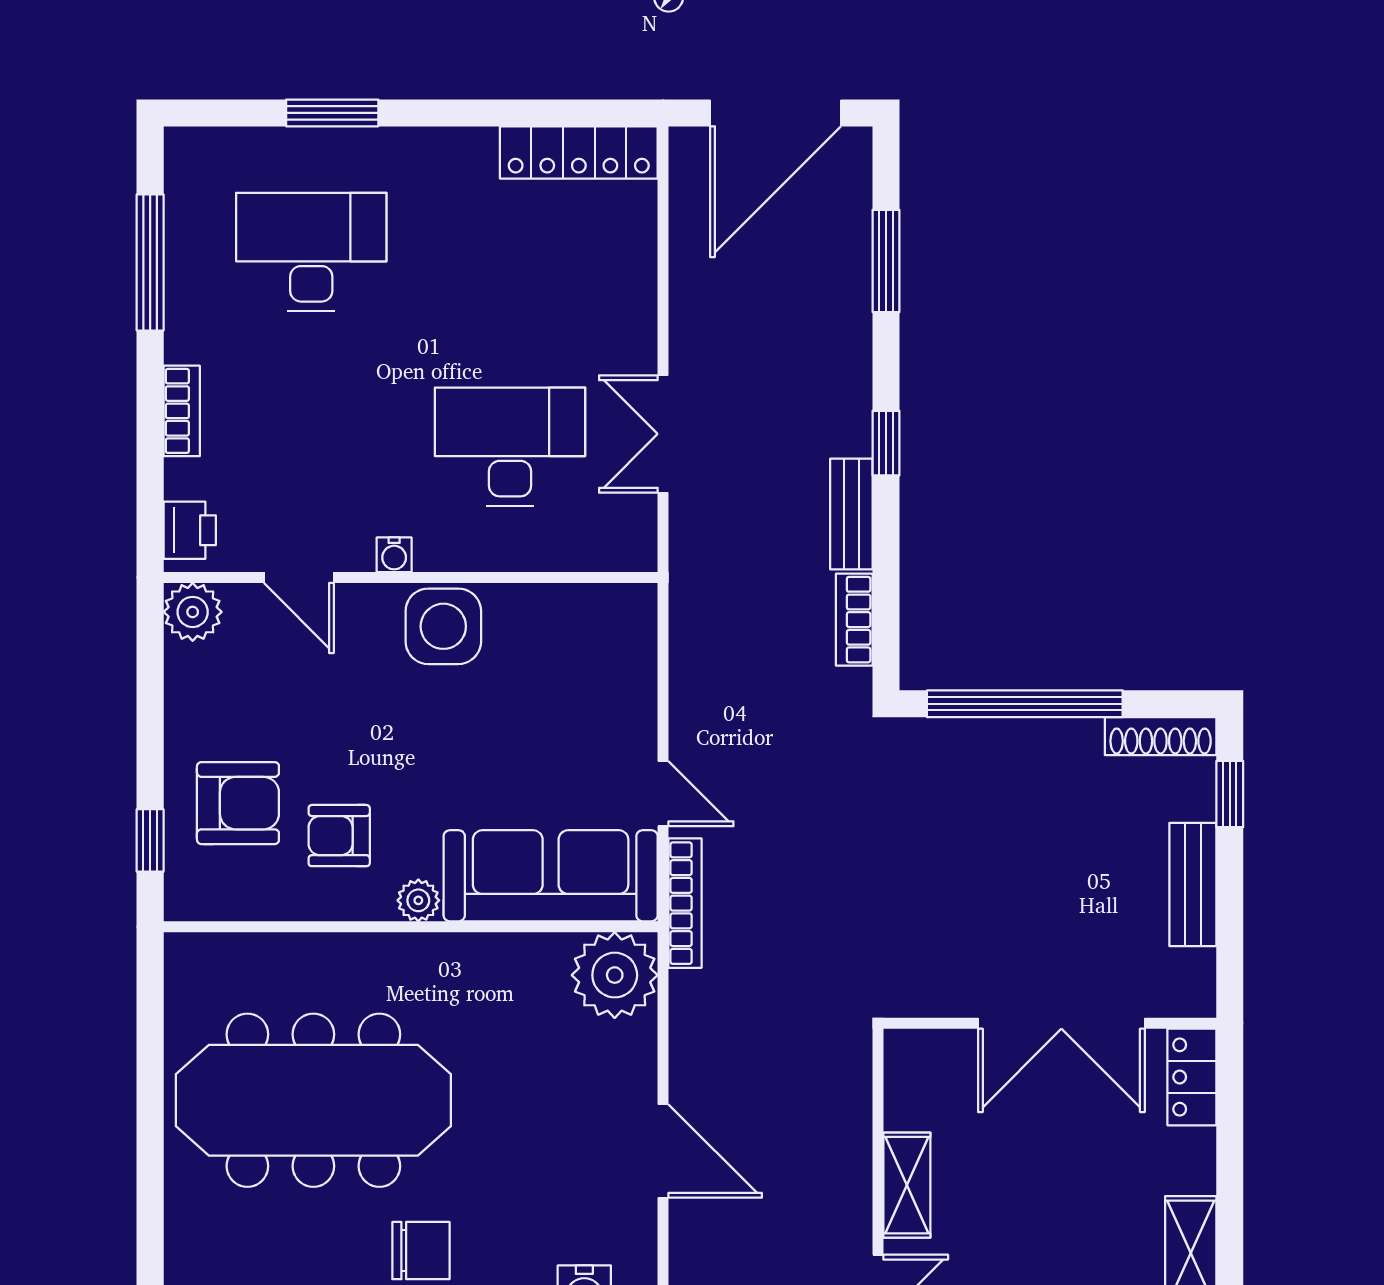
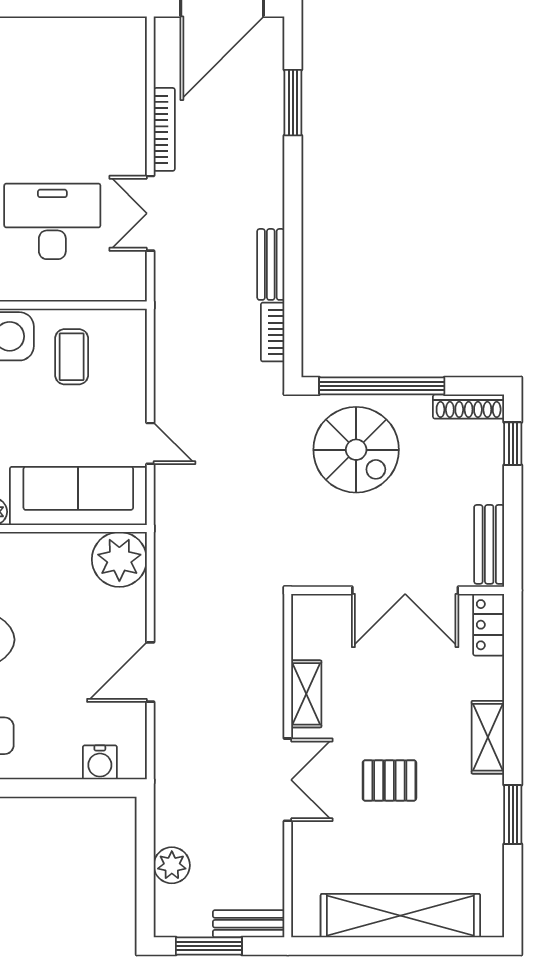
locker: (579, 152) -> (96, 33), removed
window: (886, 443) -> (293, 219), removed
coffee table: (540, 658) -> (72, 357), added
spiral stairs: (985, 804) -> (356, 450), added
bench: (1193, 884) -> (489, 544), moved
bookcase: (685, 903) -> (164, 129), moved
door: (663, 1151) -> (150, 672), swing flipped

